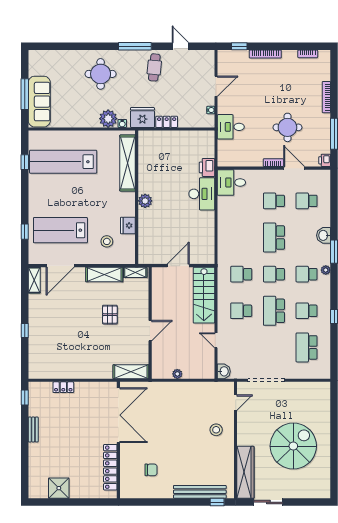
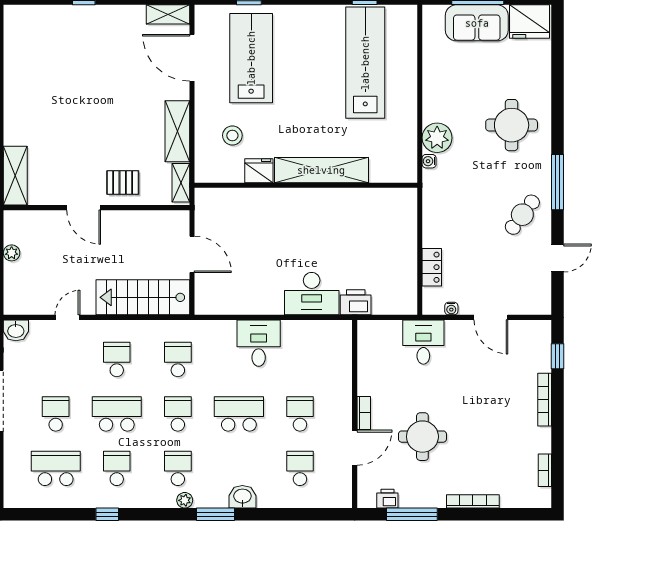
cafe table: (154, 67) -> (522, 215), turned -59
sofa: (39, 102) -> (477, 23), width x0.73
fridge: (142, 117) -> (530, 22), moved, turned 90
locker: (167, 122) -> (432, 267), moved
printer: (325, 160) -> (387, 499), moved
shelving: (128, 163) -> (321, 170), moved
desk: (231, 182) -> (259, 343), moved
plant: (145, 201) -> (300, 199), removed
pallet: (110, 315) -> (123, 183), moved
school desk: (274, 347) -> (56, 414), added

